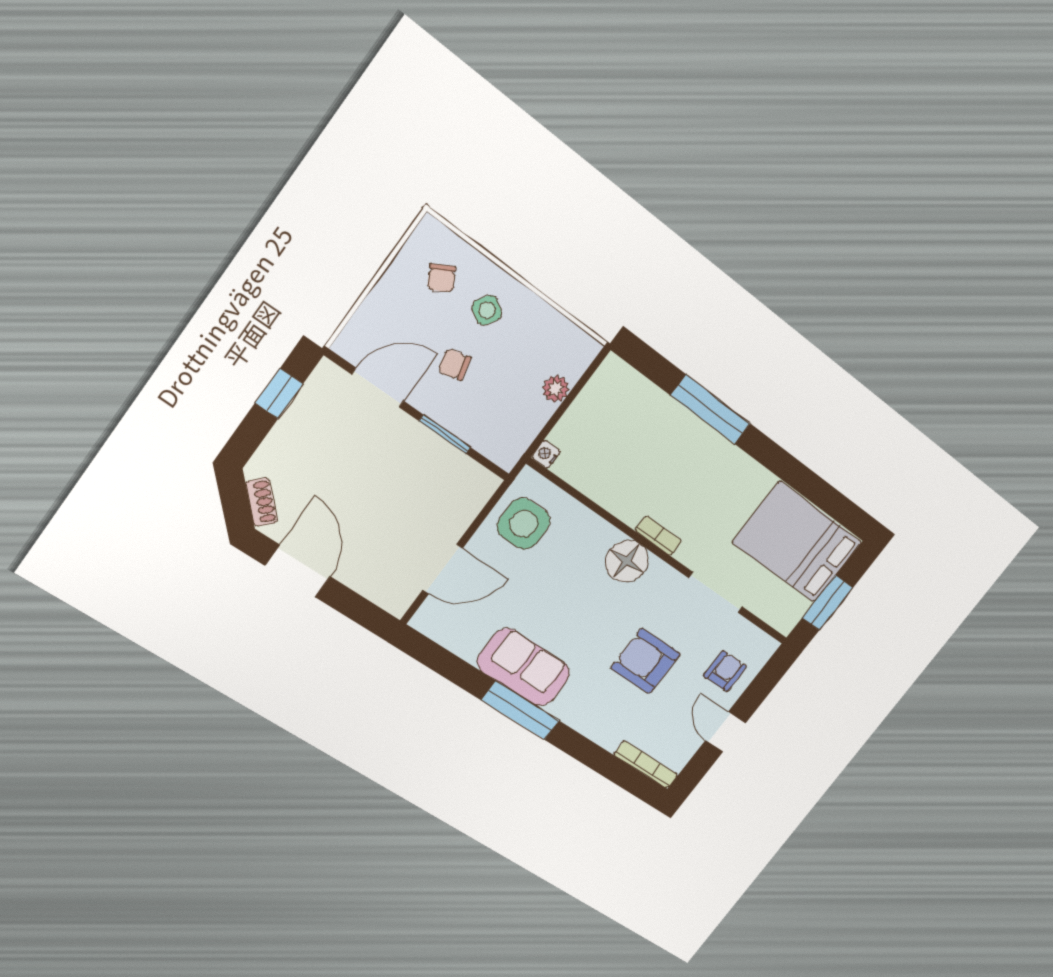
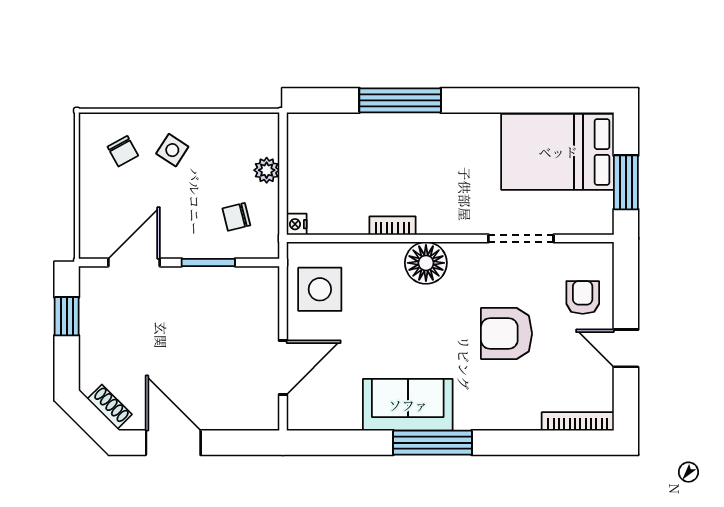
chair: (454, 365) -> (236, 217), moved
bookcase: (658, 536) -> (392, 226), moved

